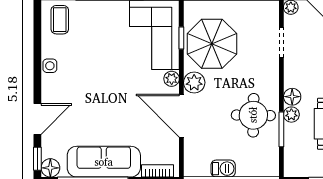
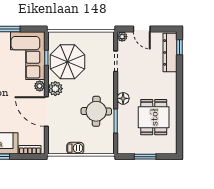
plant: (291, 115) -> (123, 111), removed

